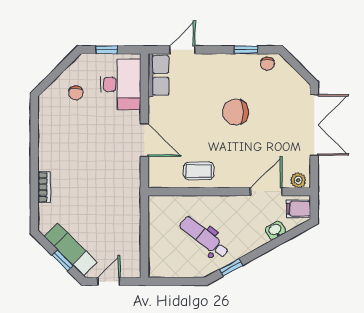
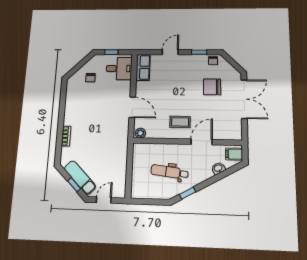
door: (182, 50) -> (170, 52), moved
desk: (121, 84) -> (119, 69), width x0.73
chair: (235, 112) -> (212, 87), moved
coffee table: (199, 171) -> (180, 122), moved
plant: (298, 180) -> (140, 133), moved
door: (266, 192) -> (202, 142), moved
dental chair: (204, 237) -> (169, 172), turned -31

